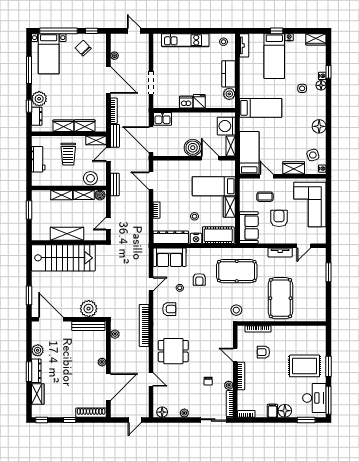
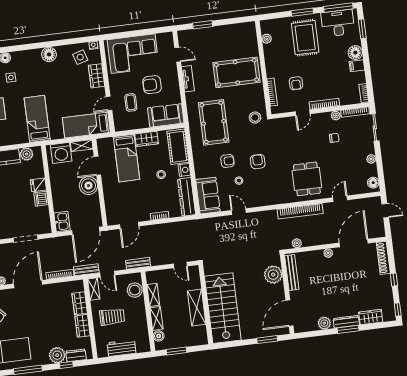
boiler: (100, 195) -> (159, 336), moved
armchair: (169, 309) -> (258, 162), moved
bookcase: (144, 325) -> (300, 211), moved
plant: (308, 330) -> (267, 39), added
door: (108, 387) -> (354, 243), hinge flipped

